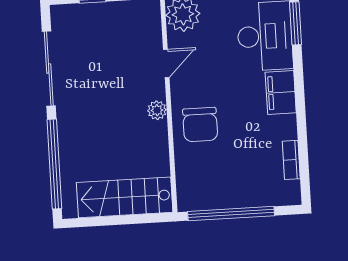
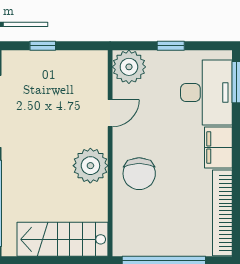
plant: (157, 110) -> (90, 166), width x1.88, depth x1.88
bookcase: (291, 160) -> (222, 213), width x2.31, depth x1.31

